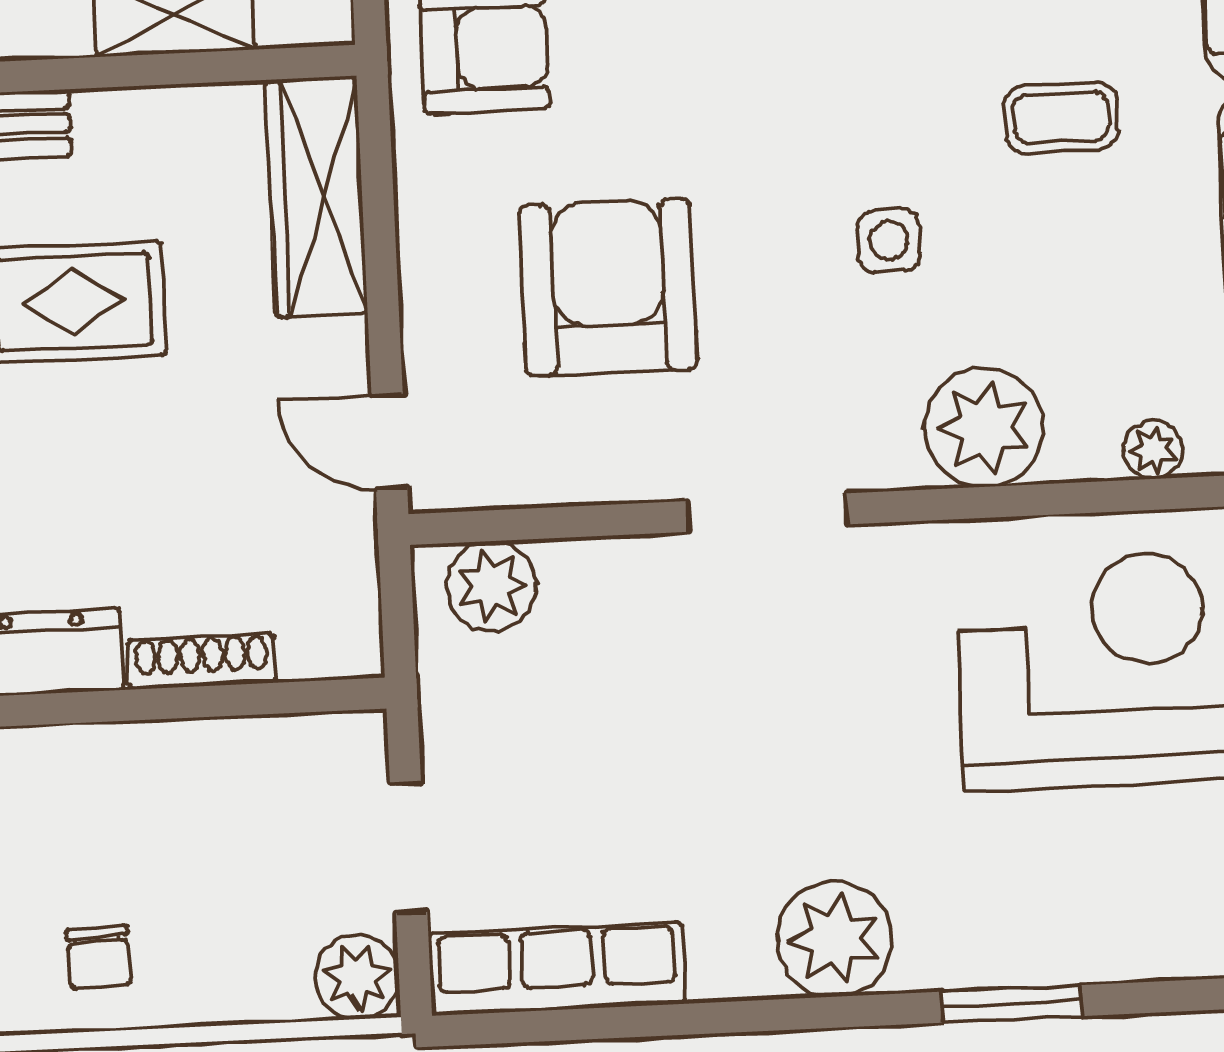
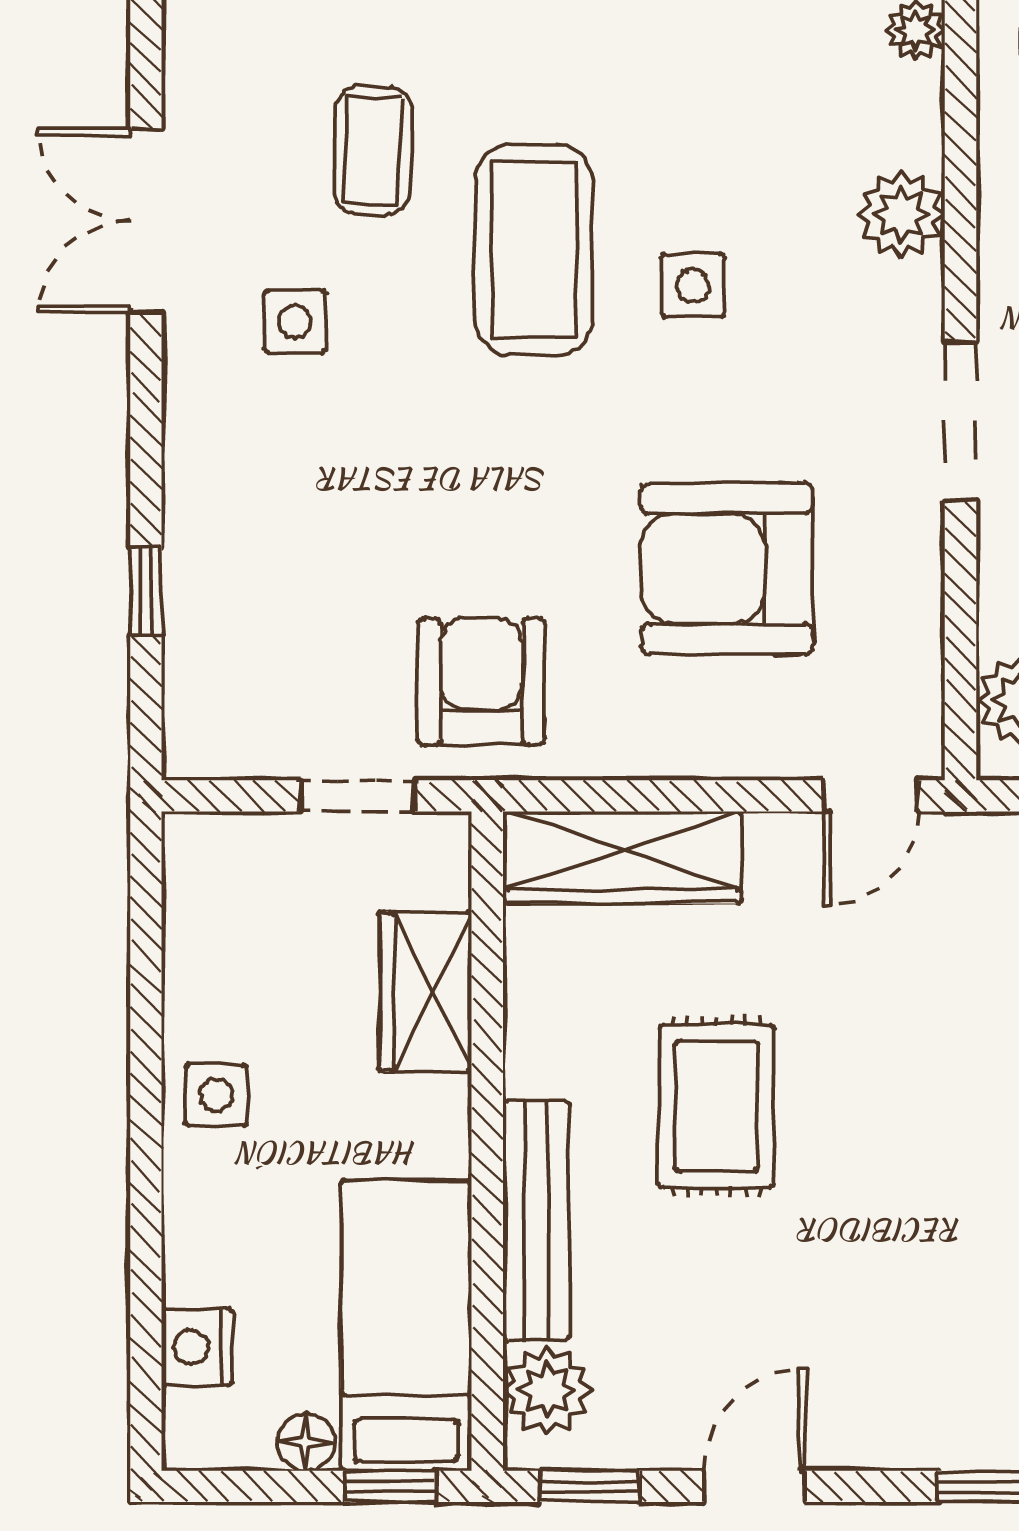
coffee table: (1061, 118) -> (534, 250), moved, width x1.86, depth x1.72
plant: (984, 427) -> (901, 214), width x0.73, depth x0.73

